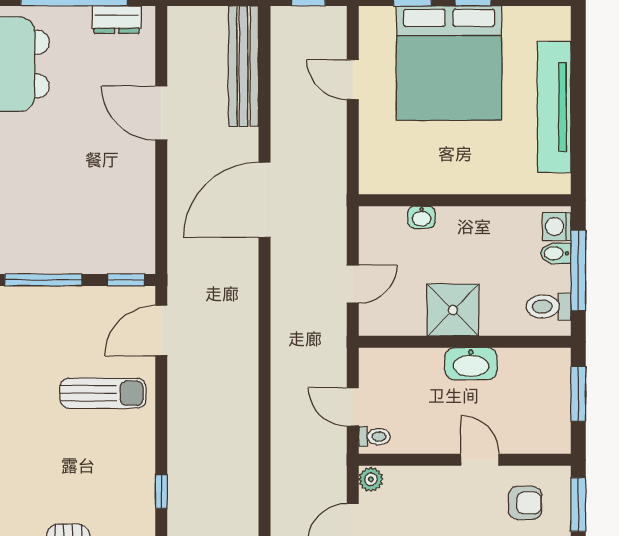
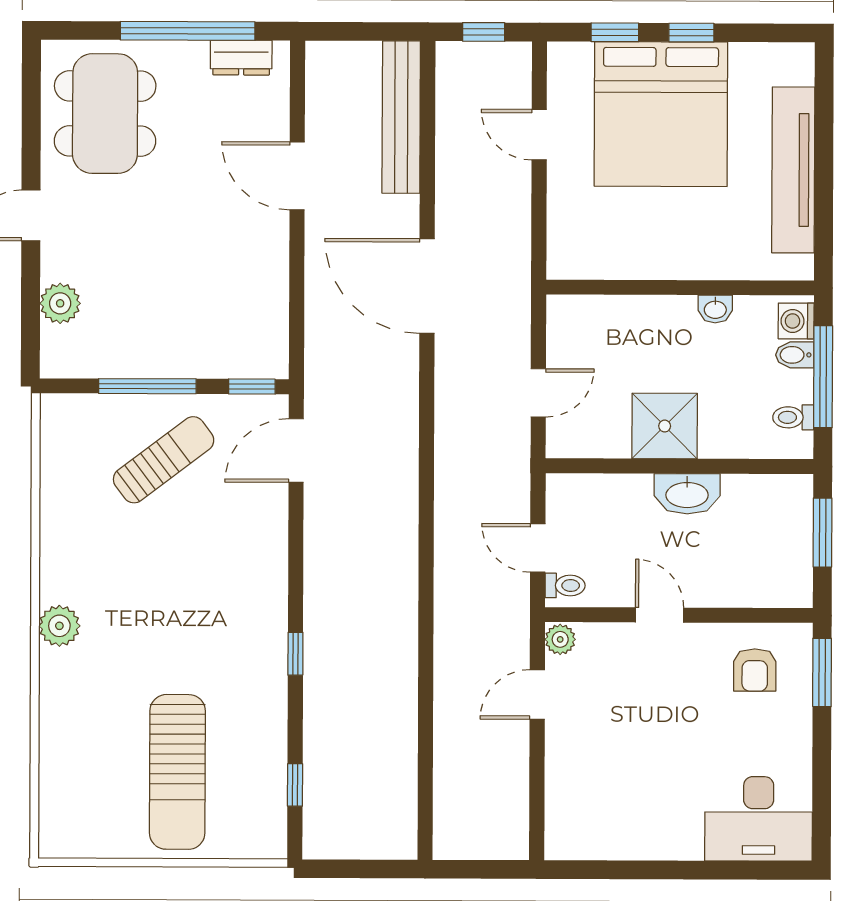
door: (264, 200) -> (427, 286), hinge flipped
washbasin: (421, 217) -> (715, 309), moved
toilet: (548, 307) -> (793, 417), width x0.73, depth x0.72
sun lounger: (103, 393) -> (164, 460), moved, turned -37
door: (480, 460) -> (659, 615), moved
armchair: (525, 503) -> (755, 670), turned 90

